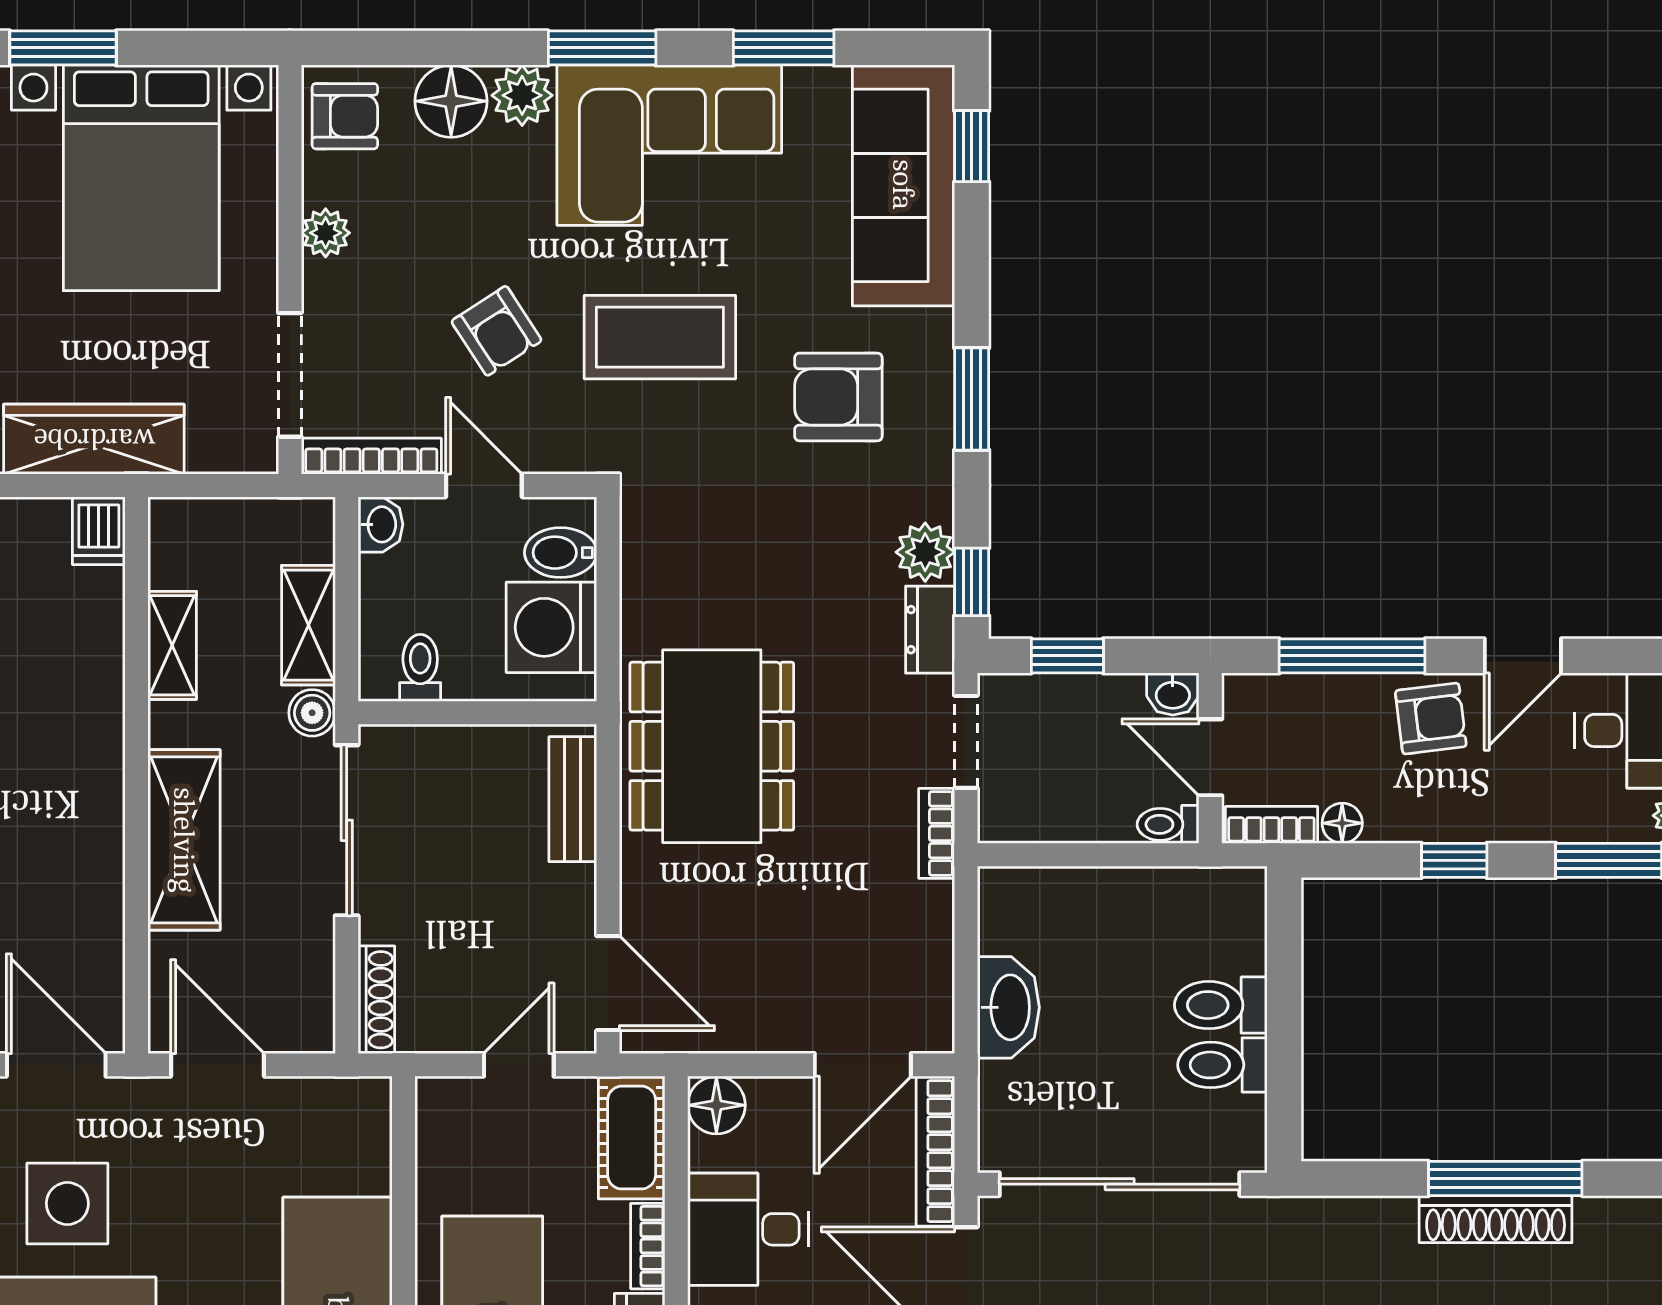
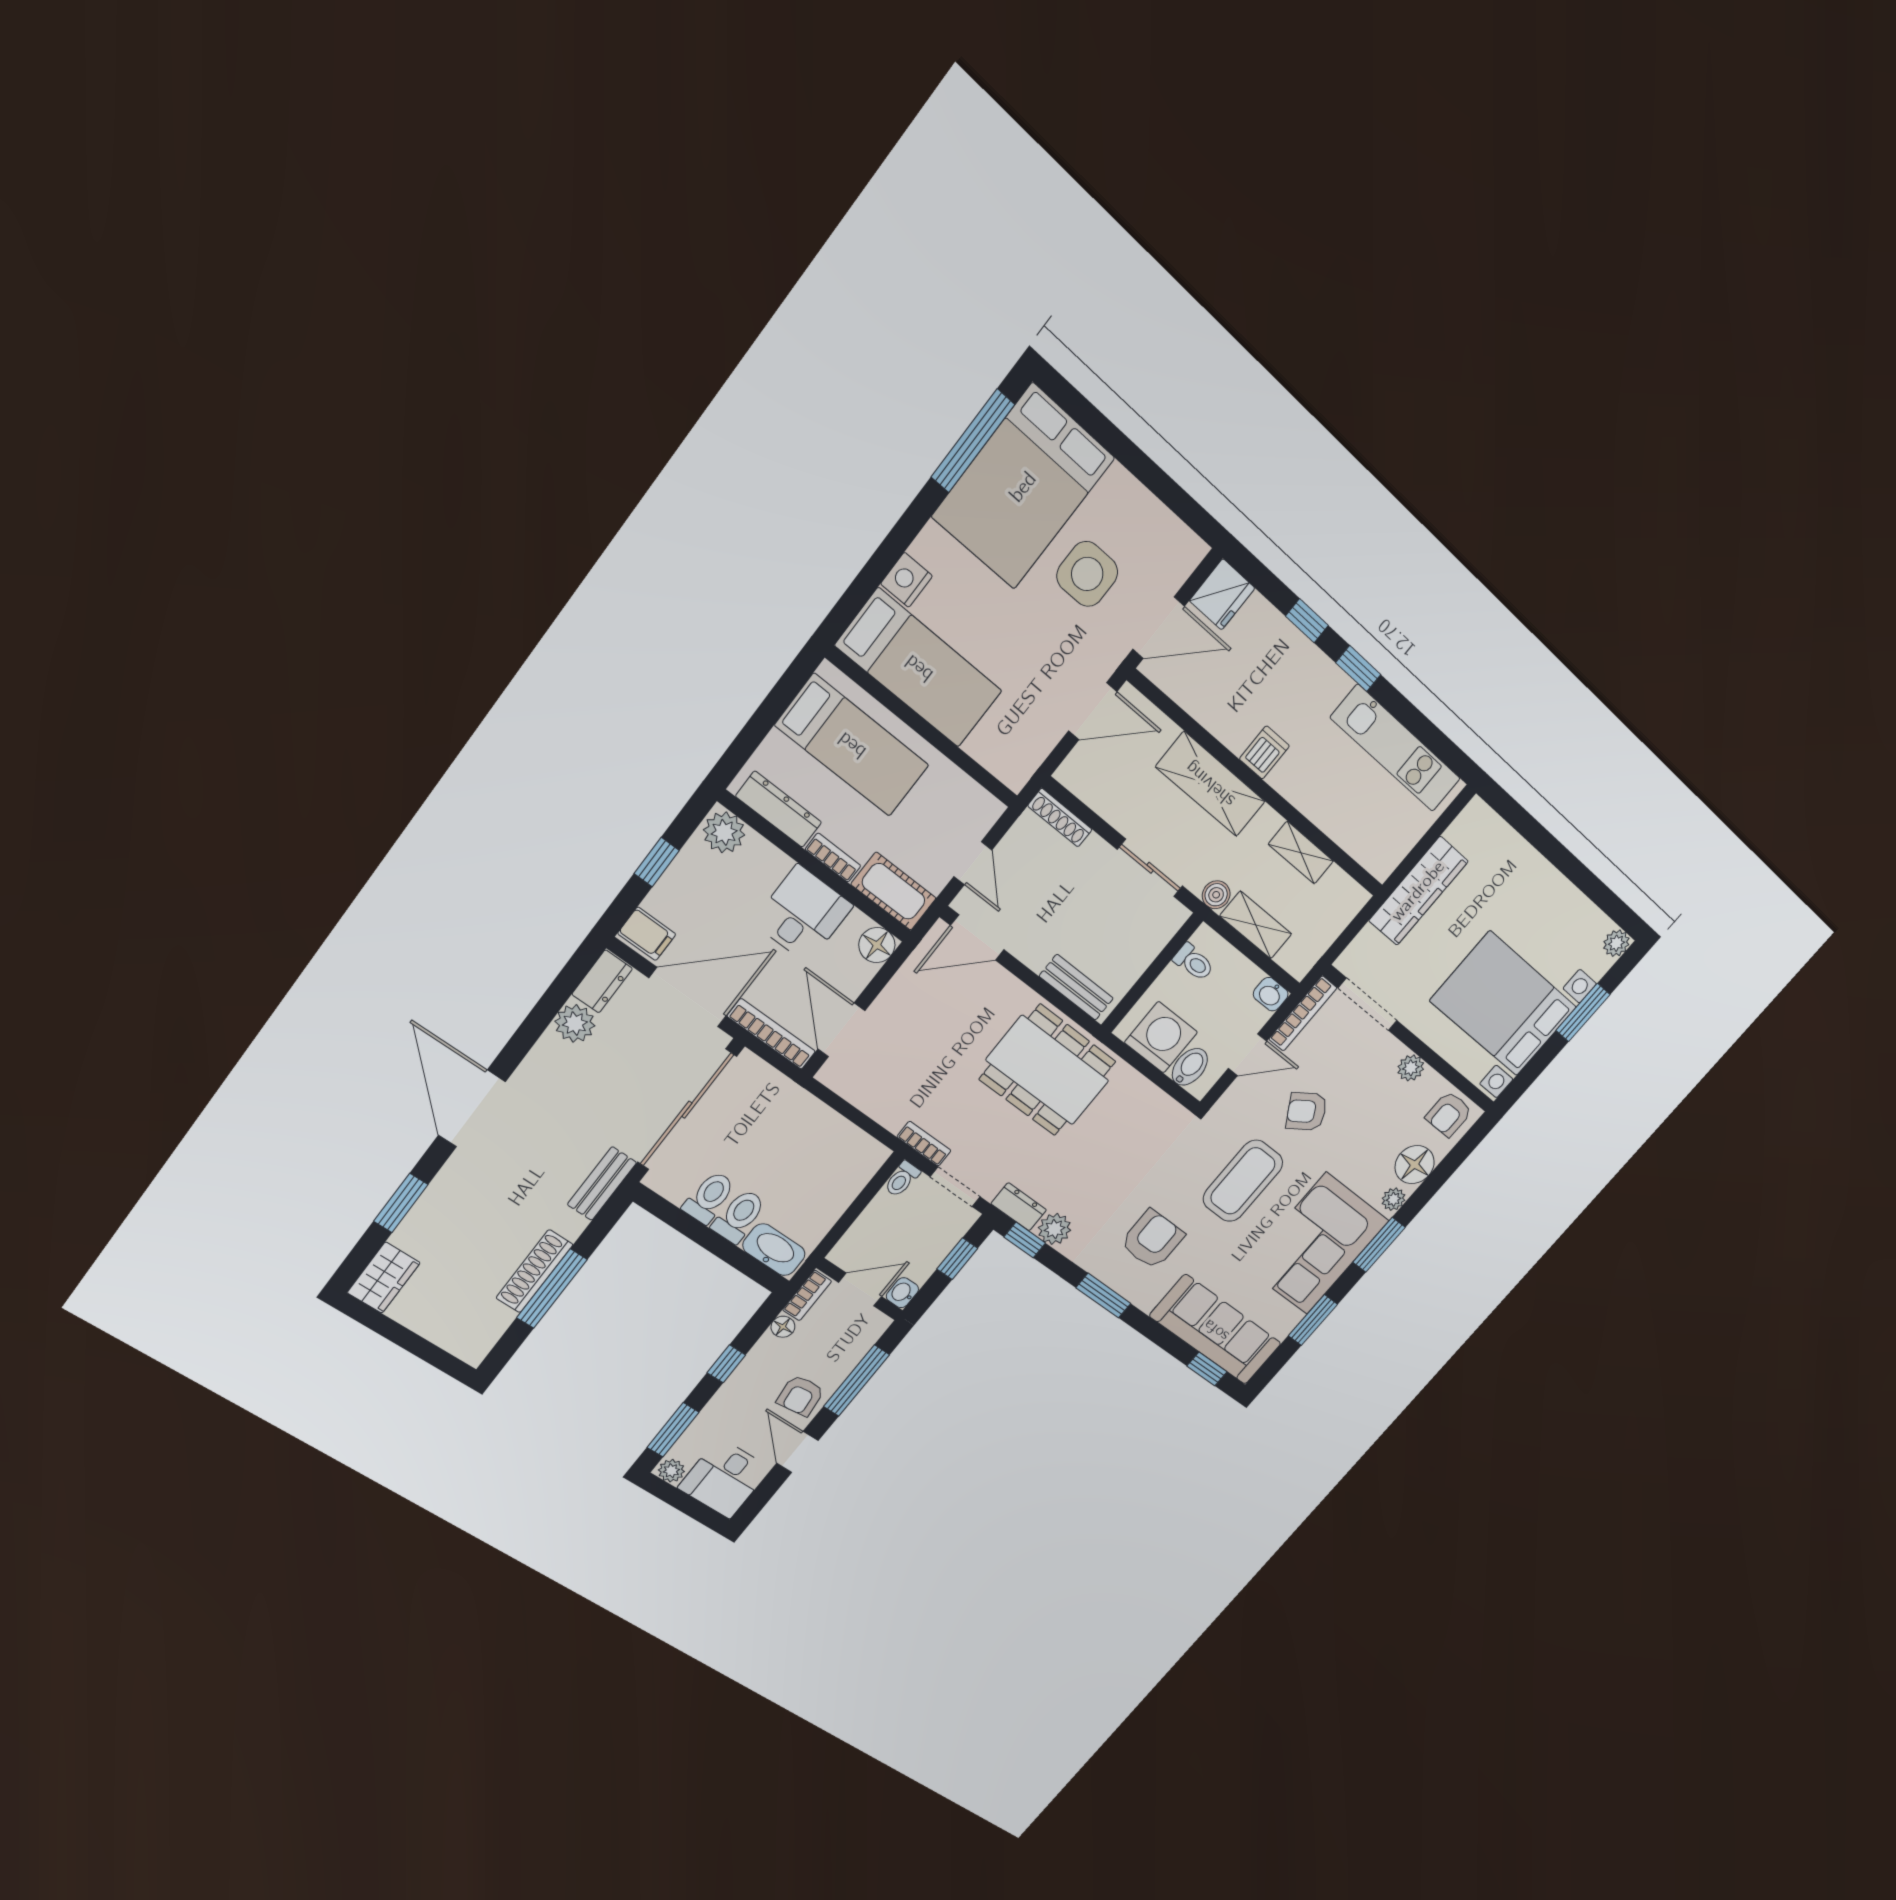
plant: (522, 95) -> (1393, 1199), width x0.73, depth x0.73
dishwasher: (99, 531) -> (1264, 752), moved, turned 90
toilet: (1168, 824) -> (902, 1179), moved, turned 180
sliding door: (347, 830) -> (1150, 868), width x0.73
washbasin: (1008, 1007) -> (774, 1250), moved, turned 180
bench: (1304, 1220) -> (602, 1184), added

